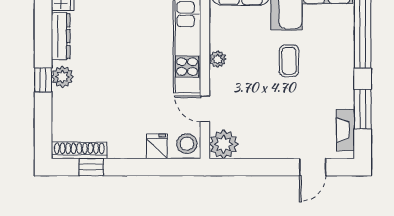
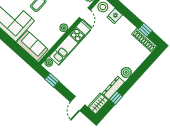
window: (43, 80) -> (116, 98), moved

